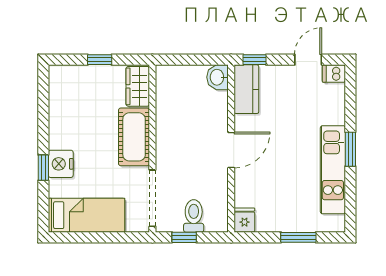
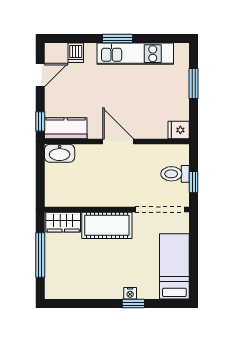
window: (100, 60) -> (40, 255), width x2.17
door: (308, 60) -> (40, 75), swing flipped
dishwasher: (334, 74) -> (76, 53), moved
washbasin: (218, 77) -> (60, 153), width x1.38
nightstand: (61, 164) -> (130, 293), width x0.53, depth x0.56

